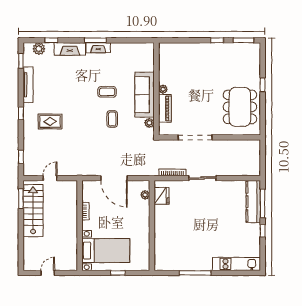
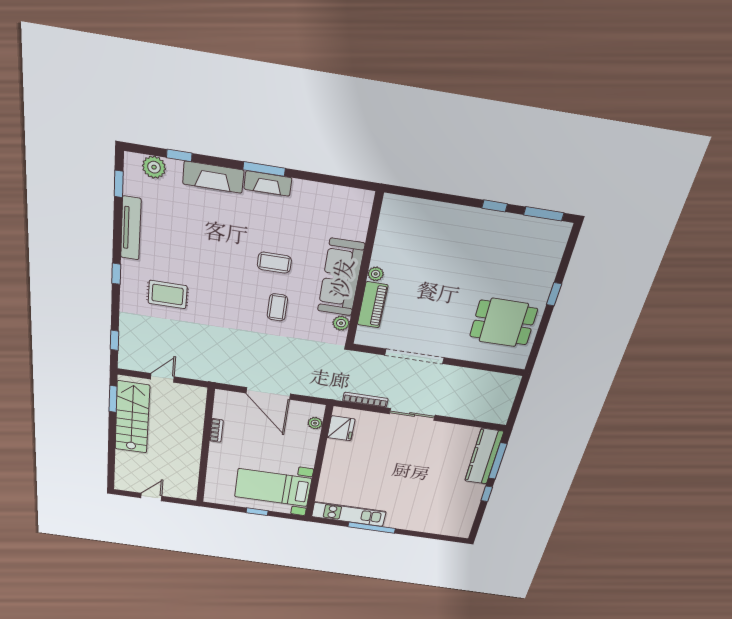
dining table: (240, 107) -> (503, 323), width x0.73
bed with nightstands: (106, 251) -> (273, 488), moved, turned 180
kitchen unit: (236, 264) -> (349, 514), moved

